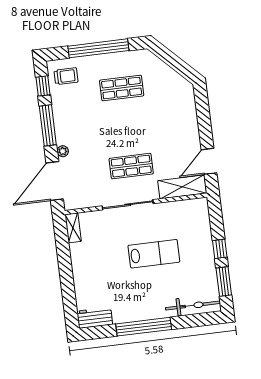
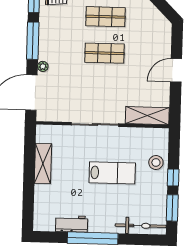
door: (209, 161) -> (176, 70), moved
shop shelf: (131, 166) -> (104, 53), moved
shelving: (73, 228) -> (43, 163), moved, width x1.50, depth x1.33
stool: (199, 236) -> (156, 163), added
workbench: (95, 318) -> (72, 224), moved

